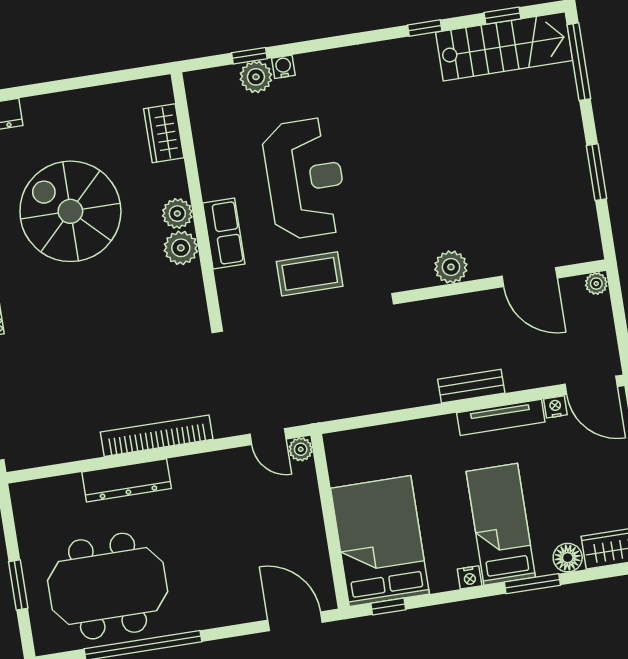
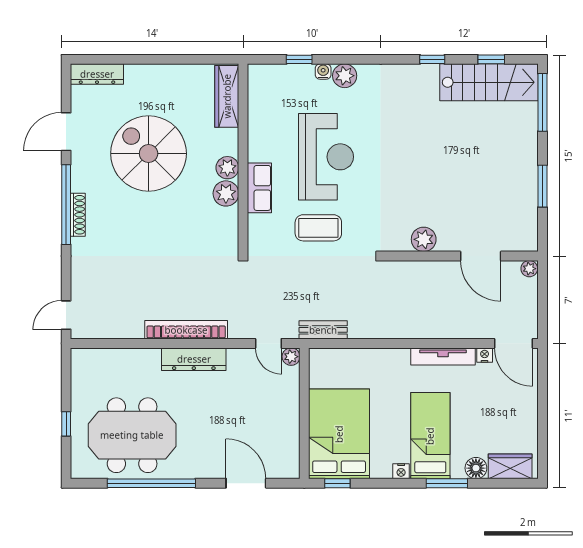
plant: (256, 77) -> (345, 76), moved
wardrobe: (164, 133) -> (227, 96), width x1.50
bench: (471, 386) -> (323, 330), moved
dresser: (127, 480) -> (194, 359), moved
window: (18, 585) -> (66, 424), width x0.67
door: (295, 621) -> (246, 483), moved

